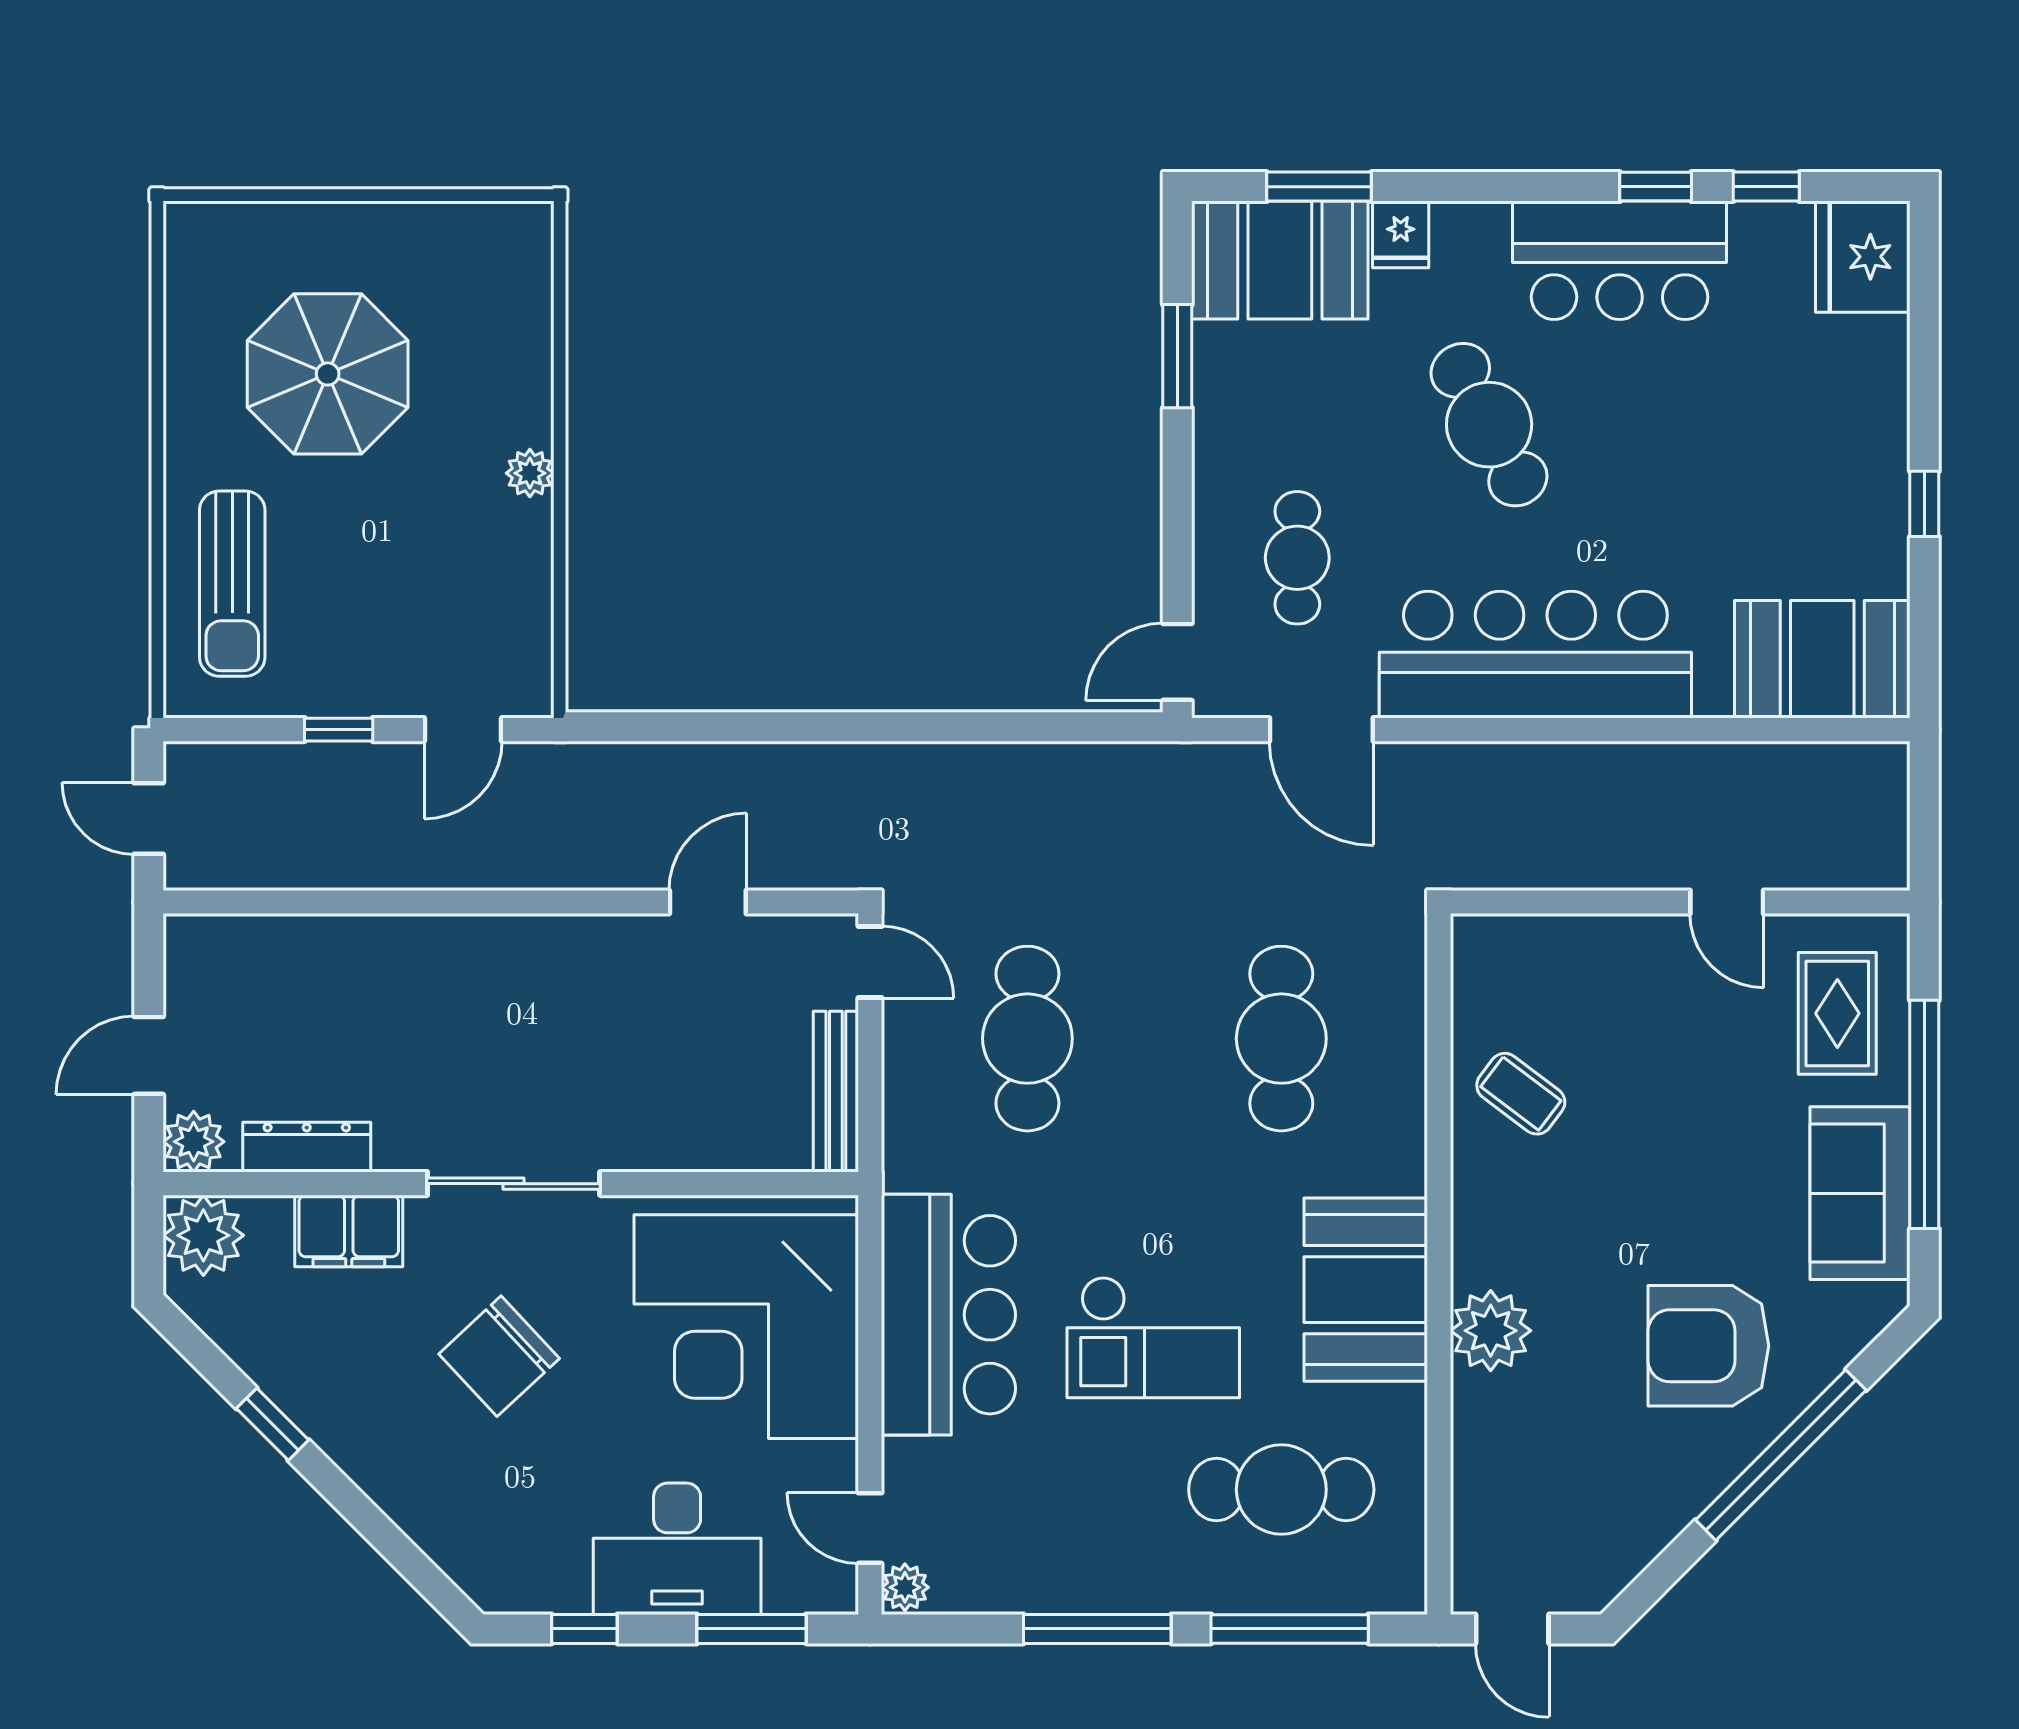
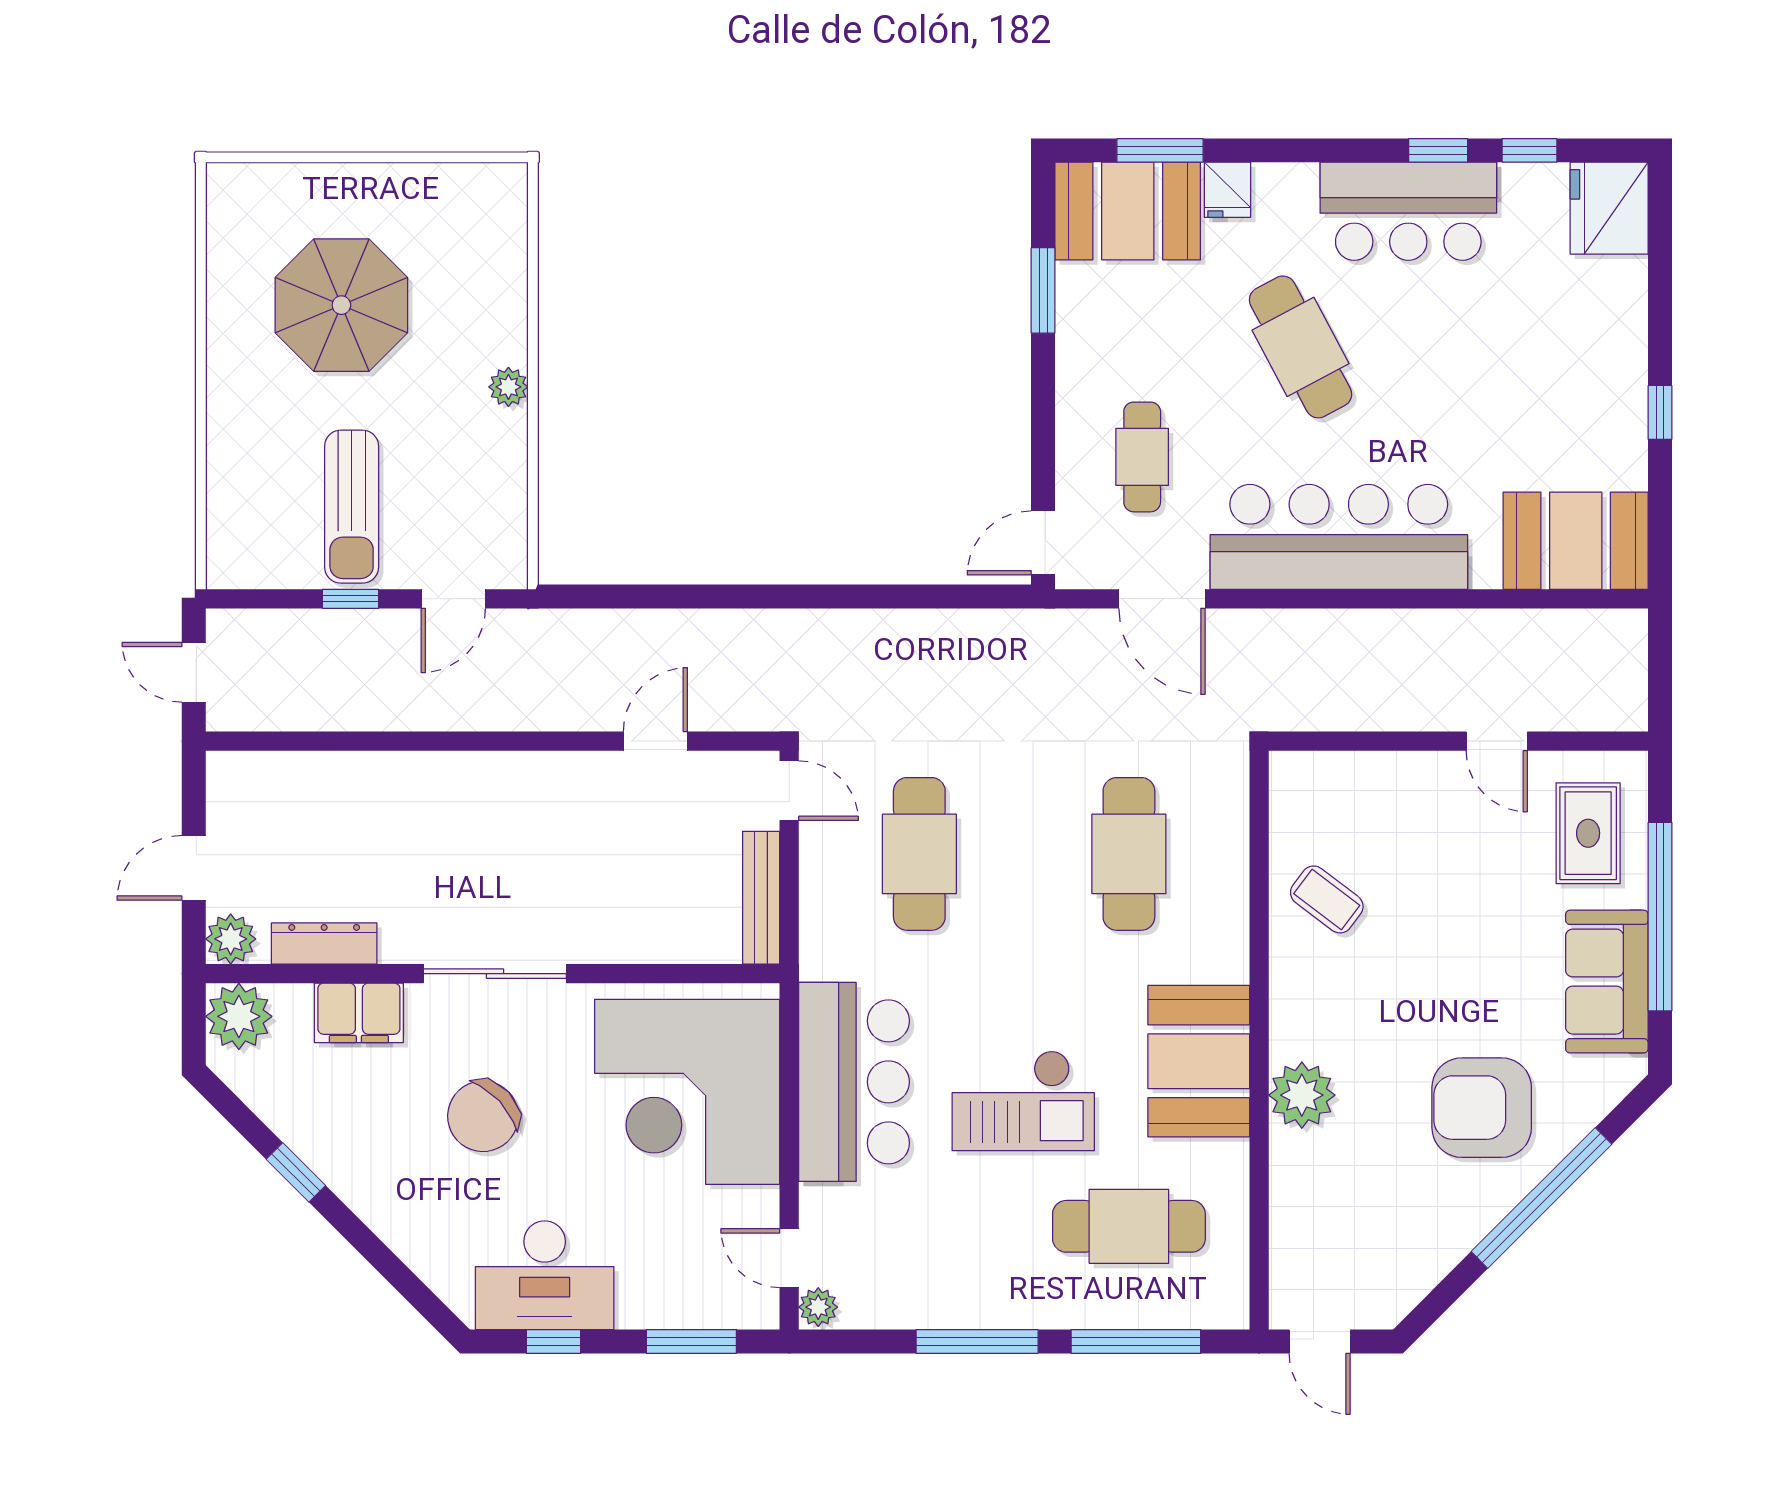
sun lounger: (232, 584) -> (352, 507), moved
desk: (677, 1549) -> (545, 1275), moved

